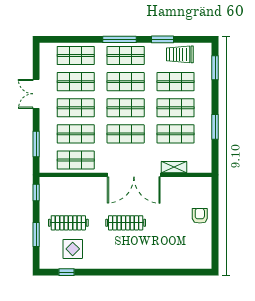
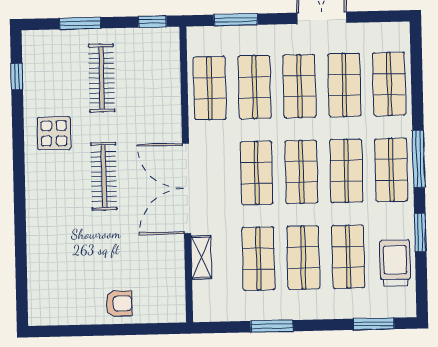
display table: (73, 249) -> (54, 133), moved

